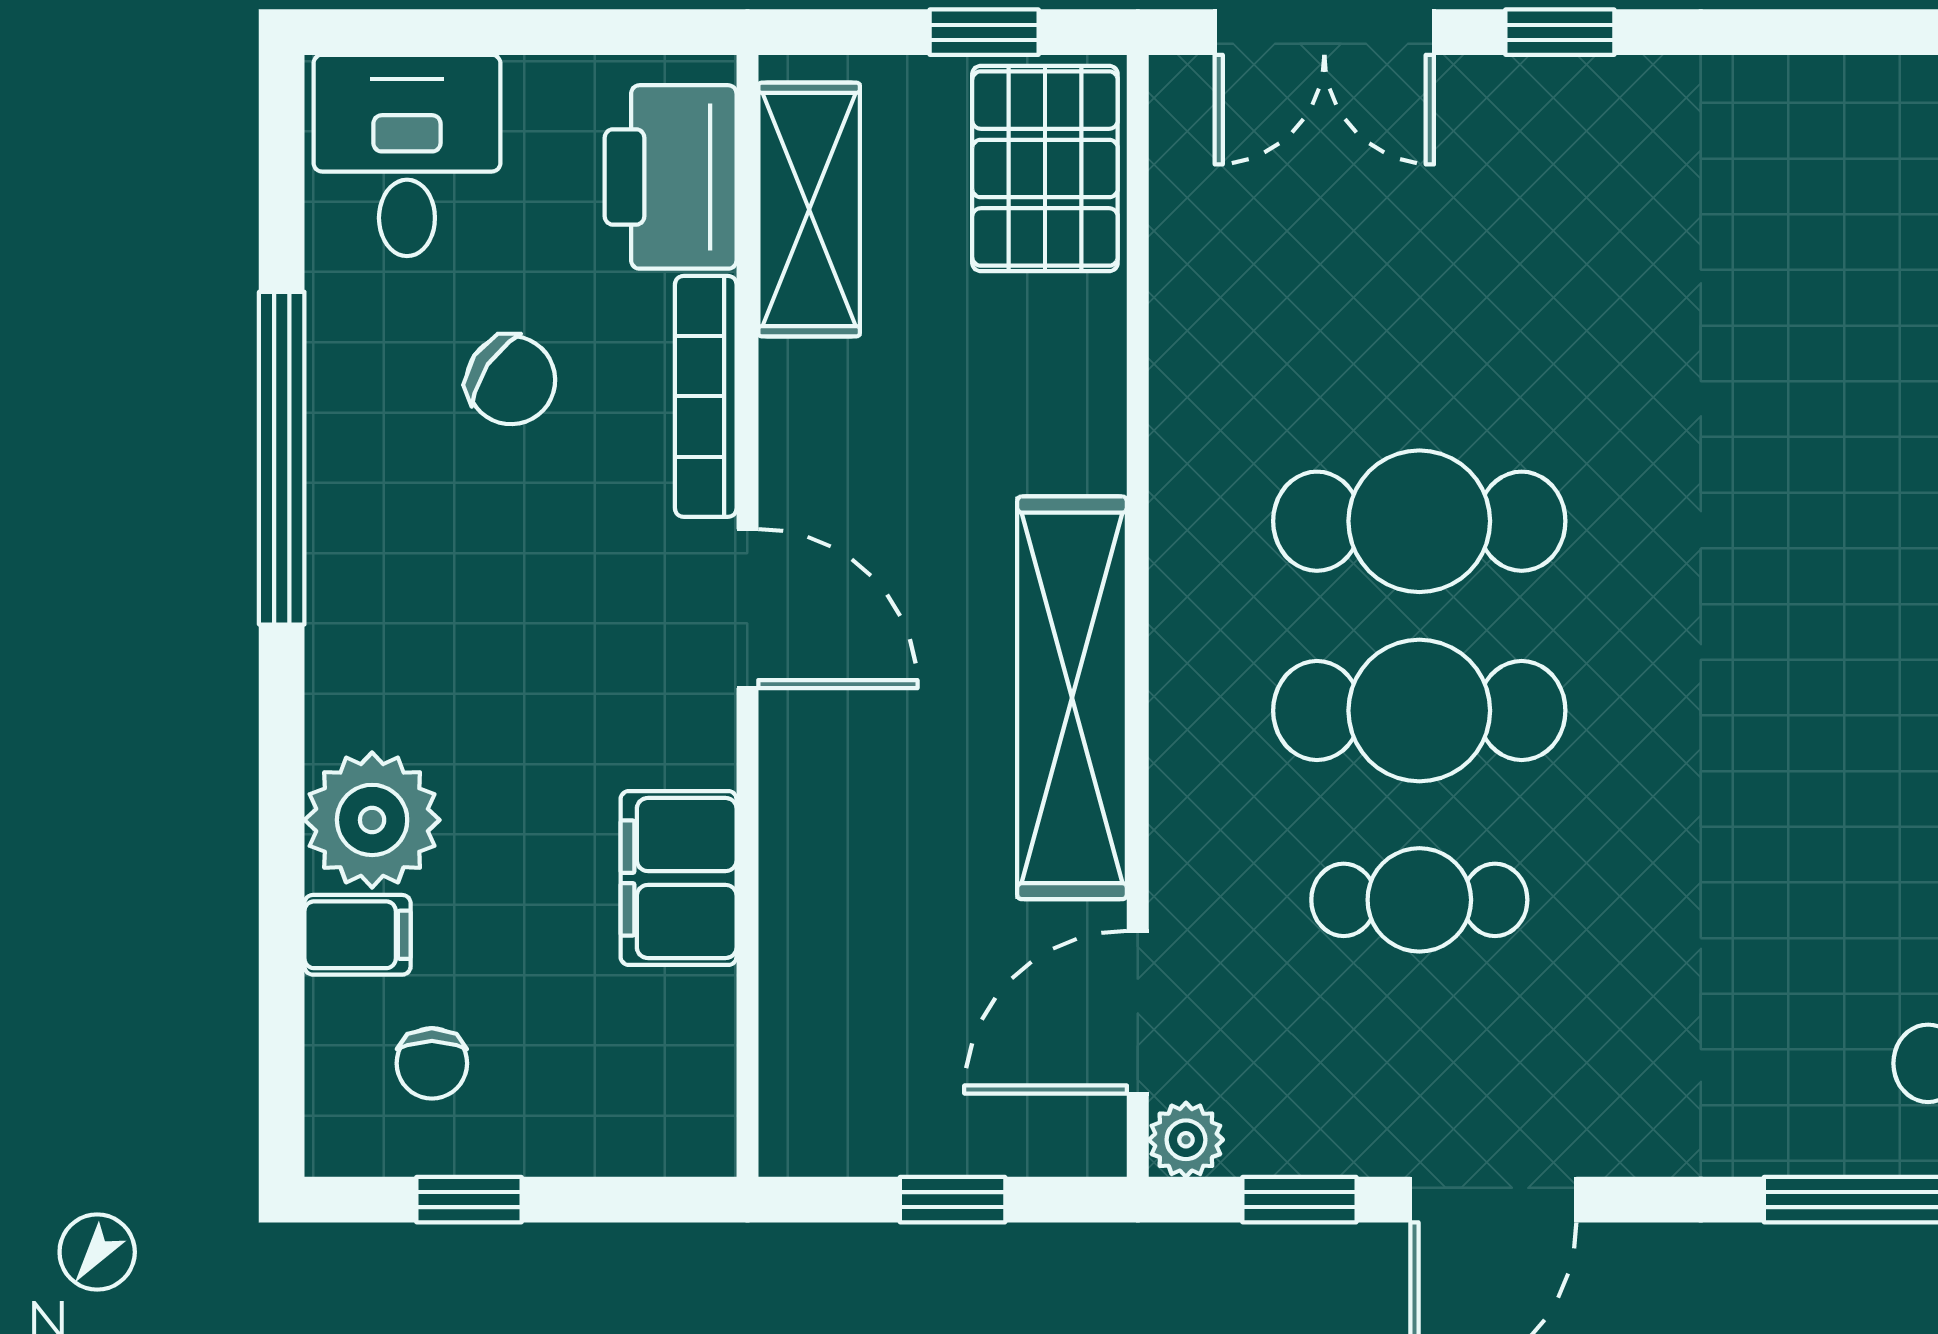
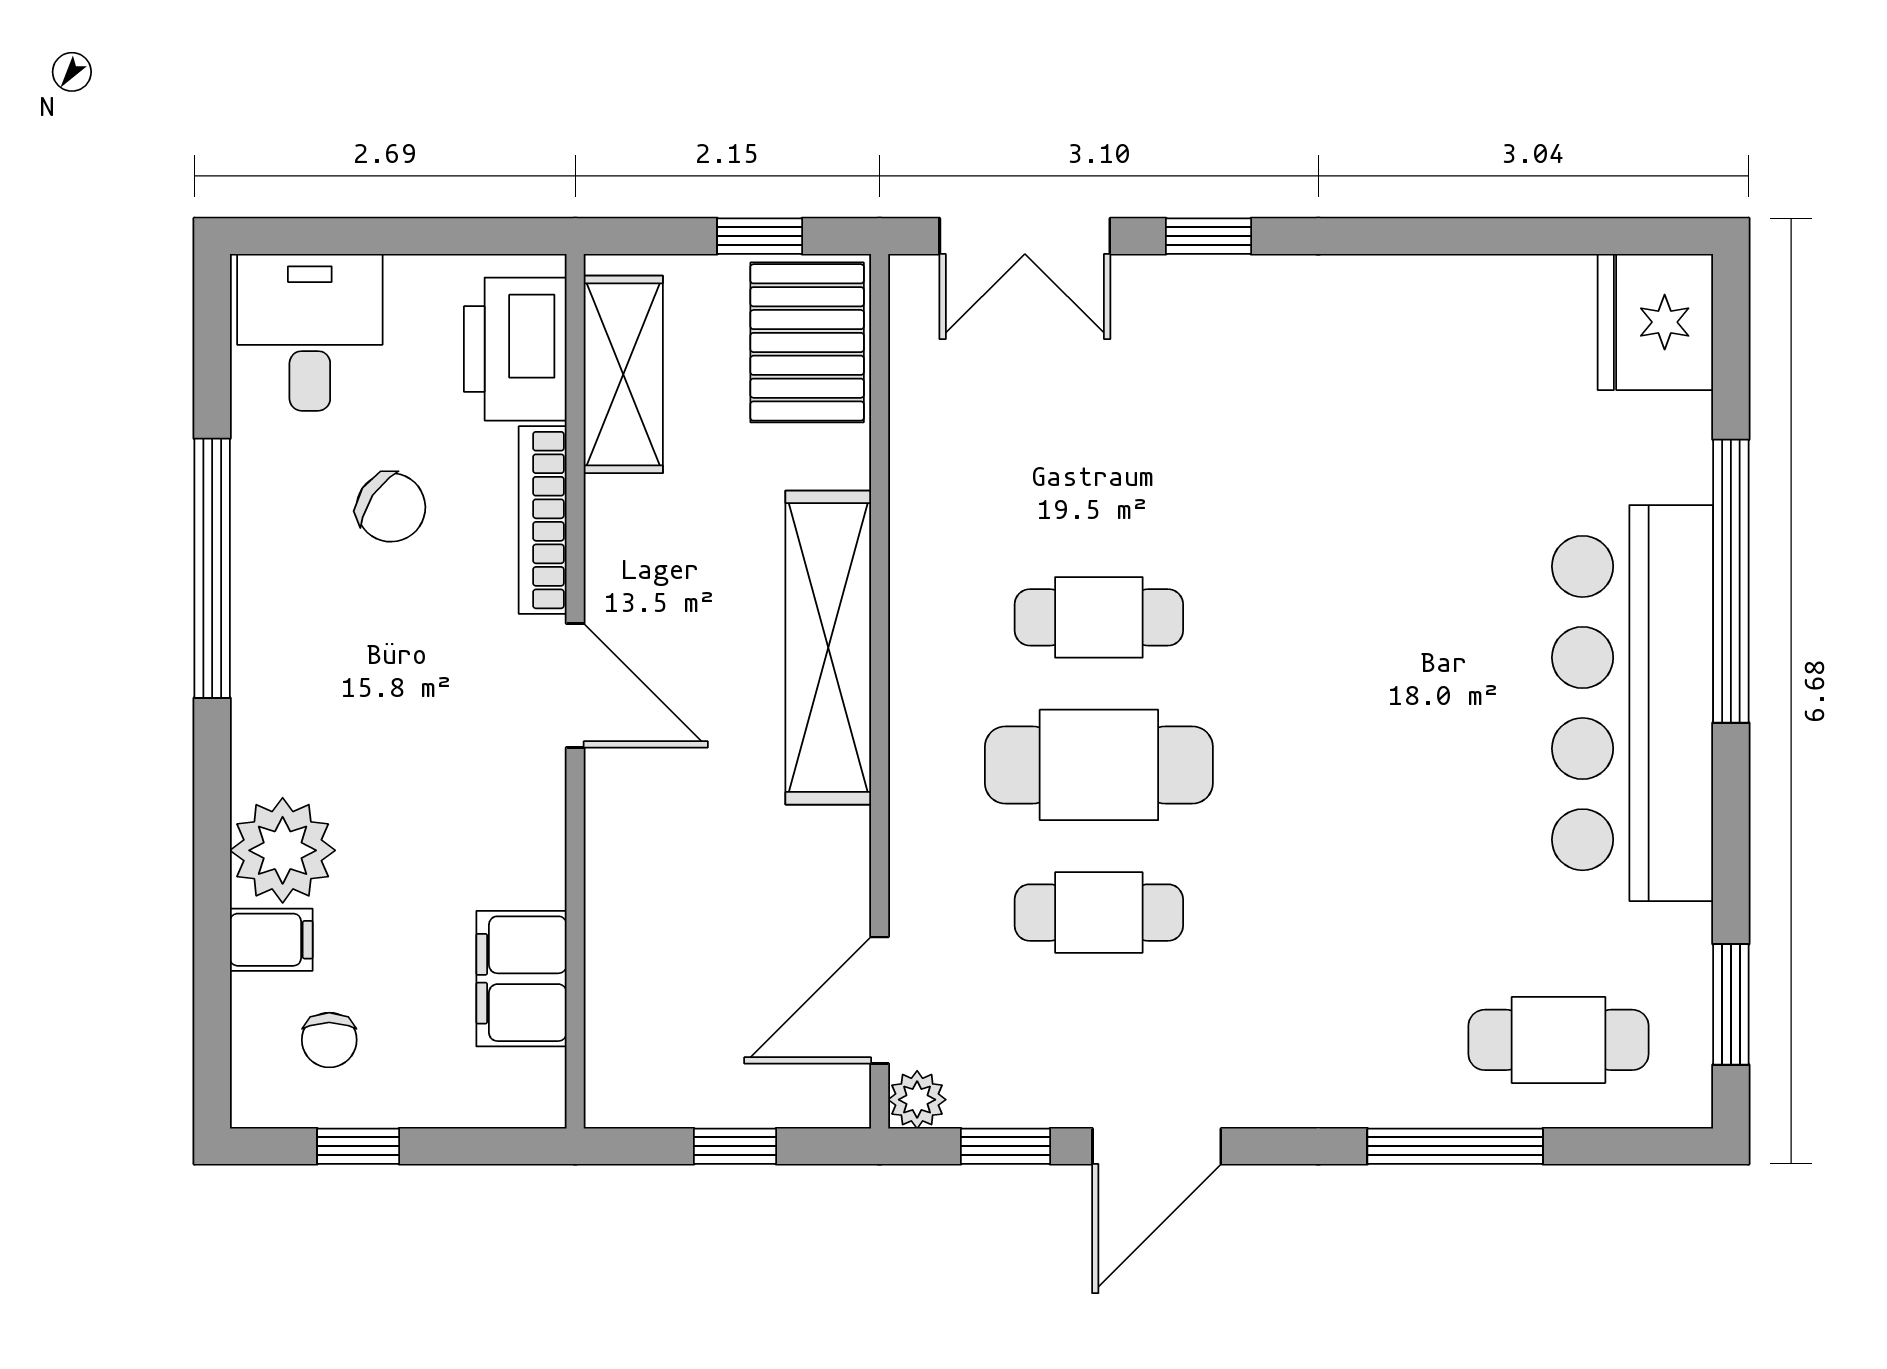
cafe table: (1419, 521) -> (1099, 617), width x0.73, depth x0.74
shelving: (1072, 698) -> (828, 648), moved
filing cabinet: (679, 878) -> (522, 979), moved

